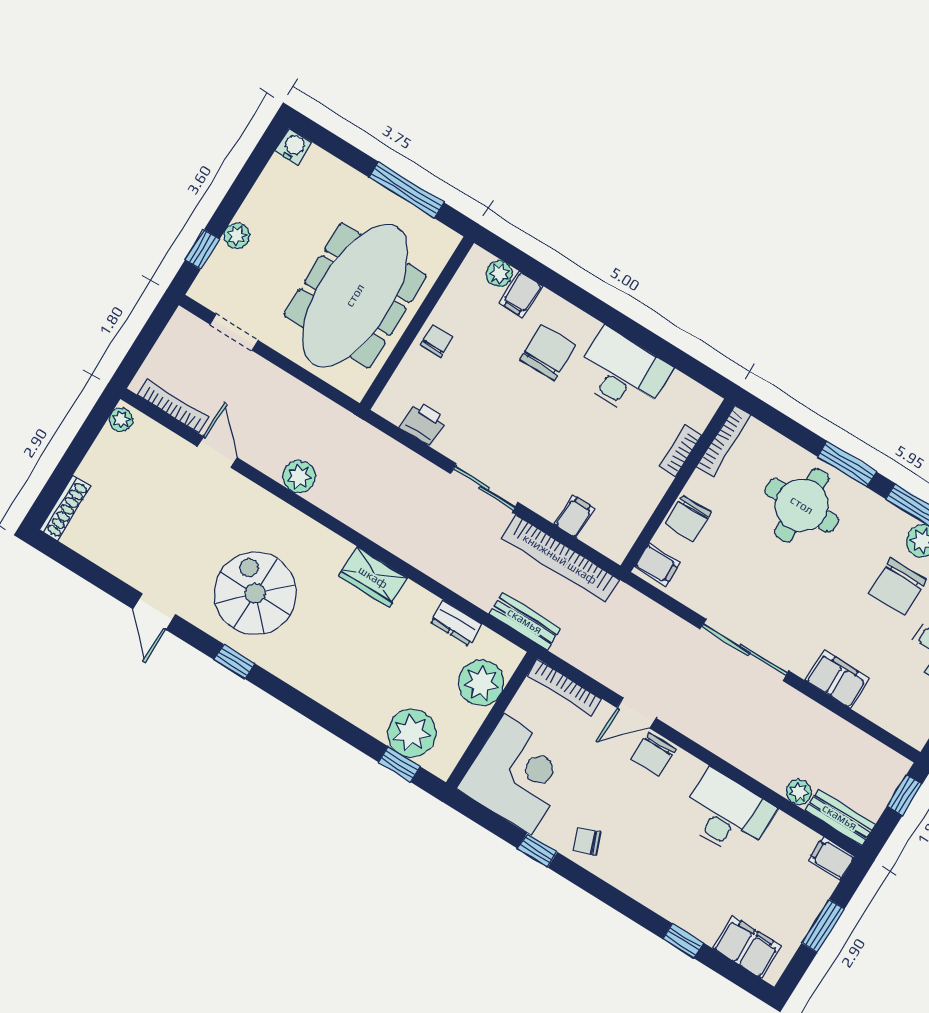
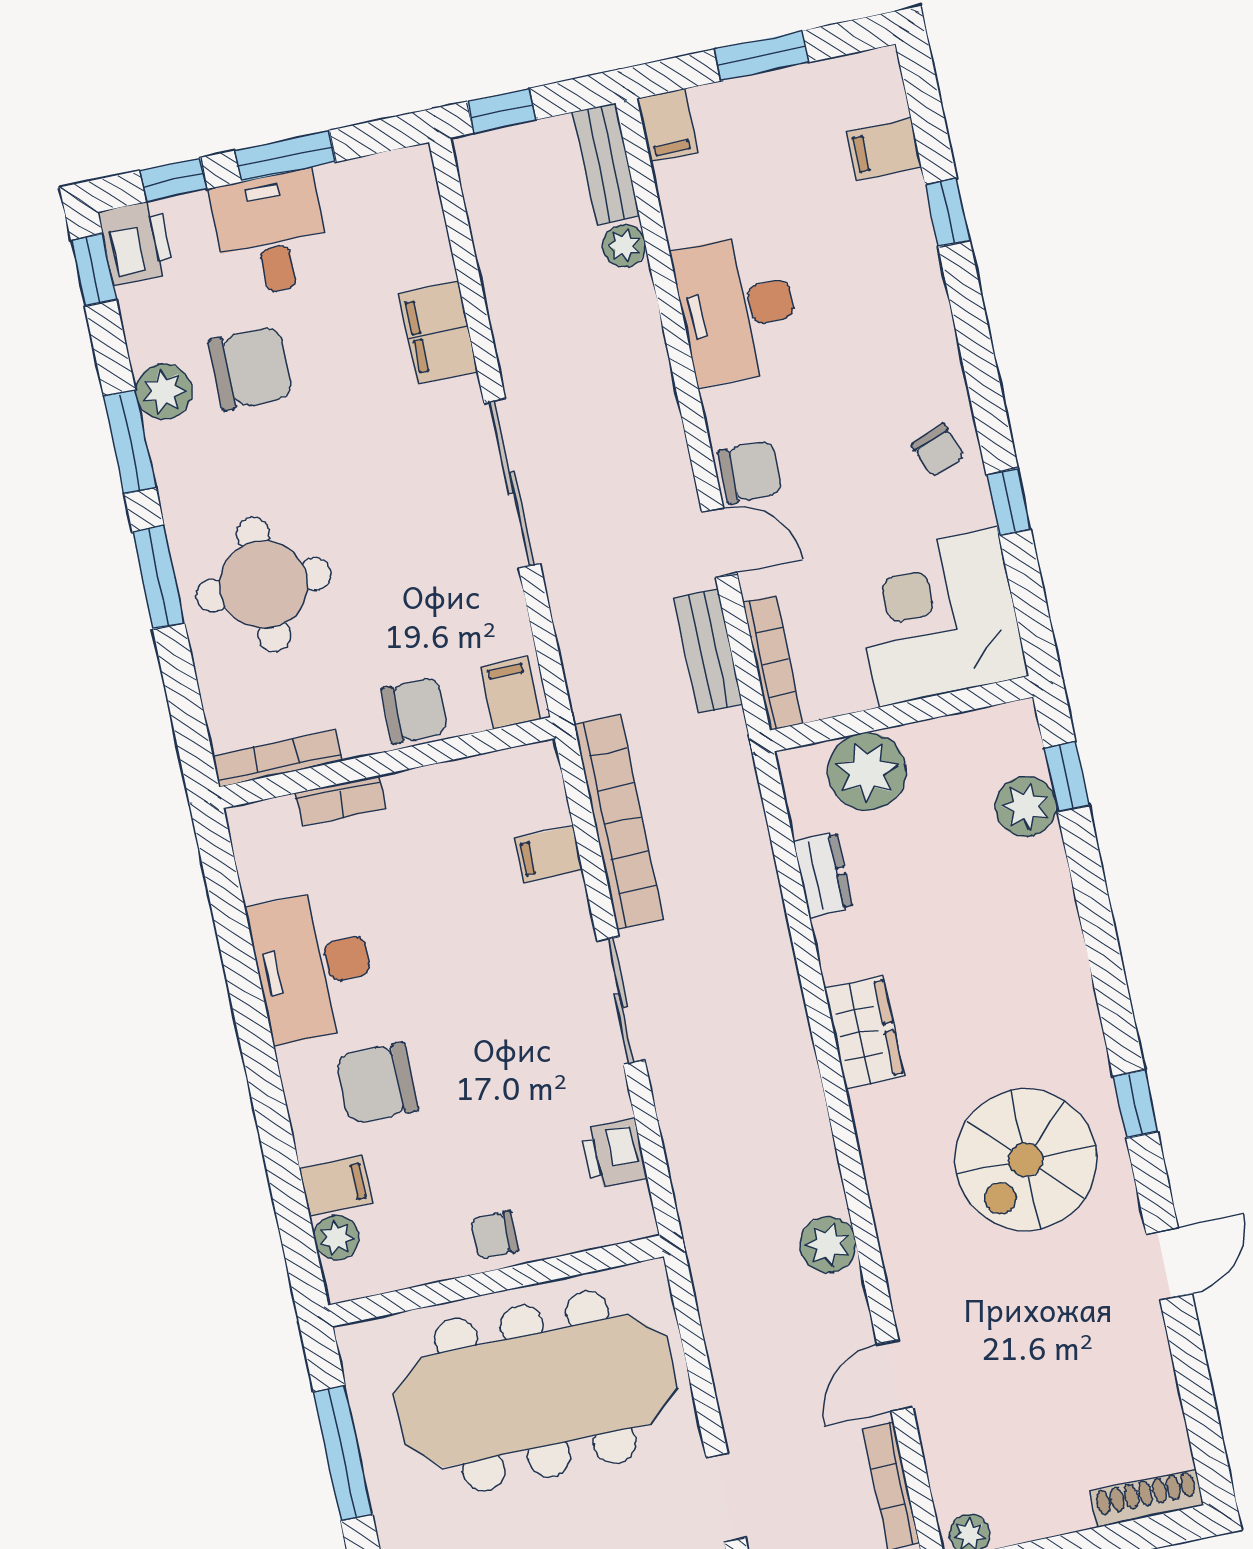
bench: (525, 621) -> (708, 651), moved
plant: (412, 733) -> (1026, 807), width x0.73, depth x0.73
filing cabinet: (747, 947) -> (884, 149), width x0.50

